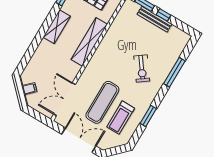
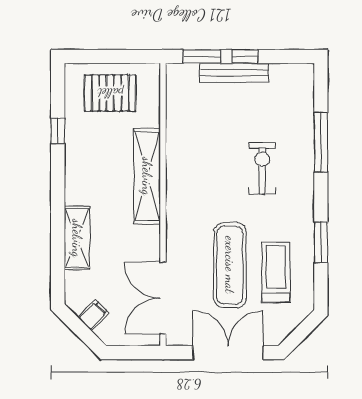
shelving: (57, 27) -> (77, 238), moved
exercise bike: (142, 68) -> (262, 169), turned -144
treadmill: (121, 118) -> (276, 273), turned 180

